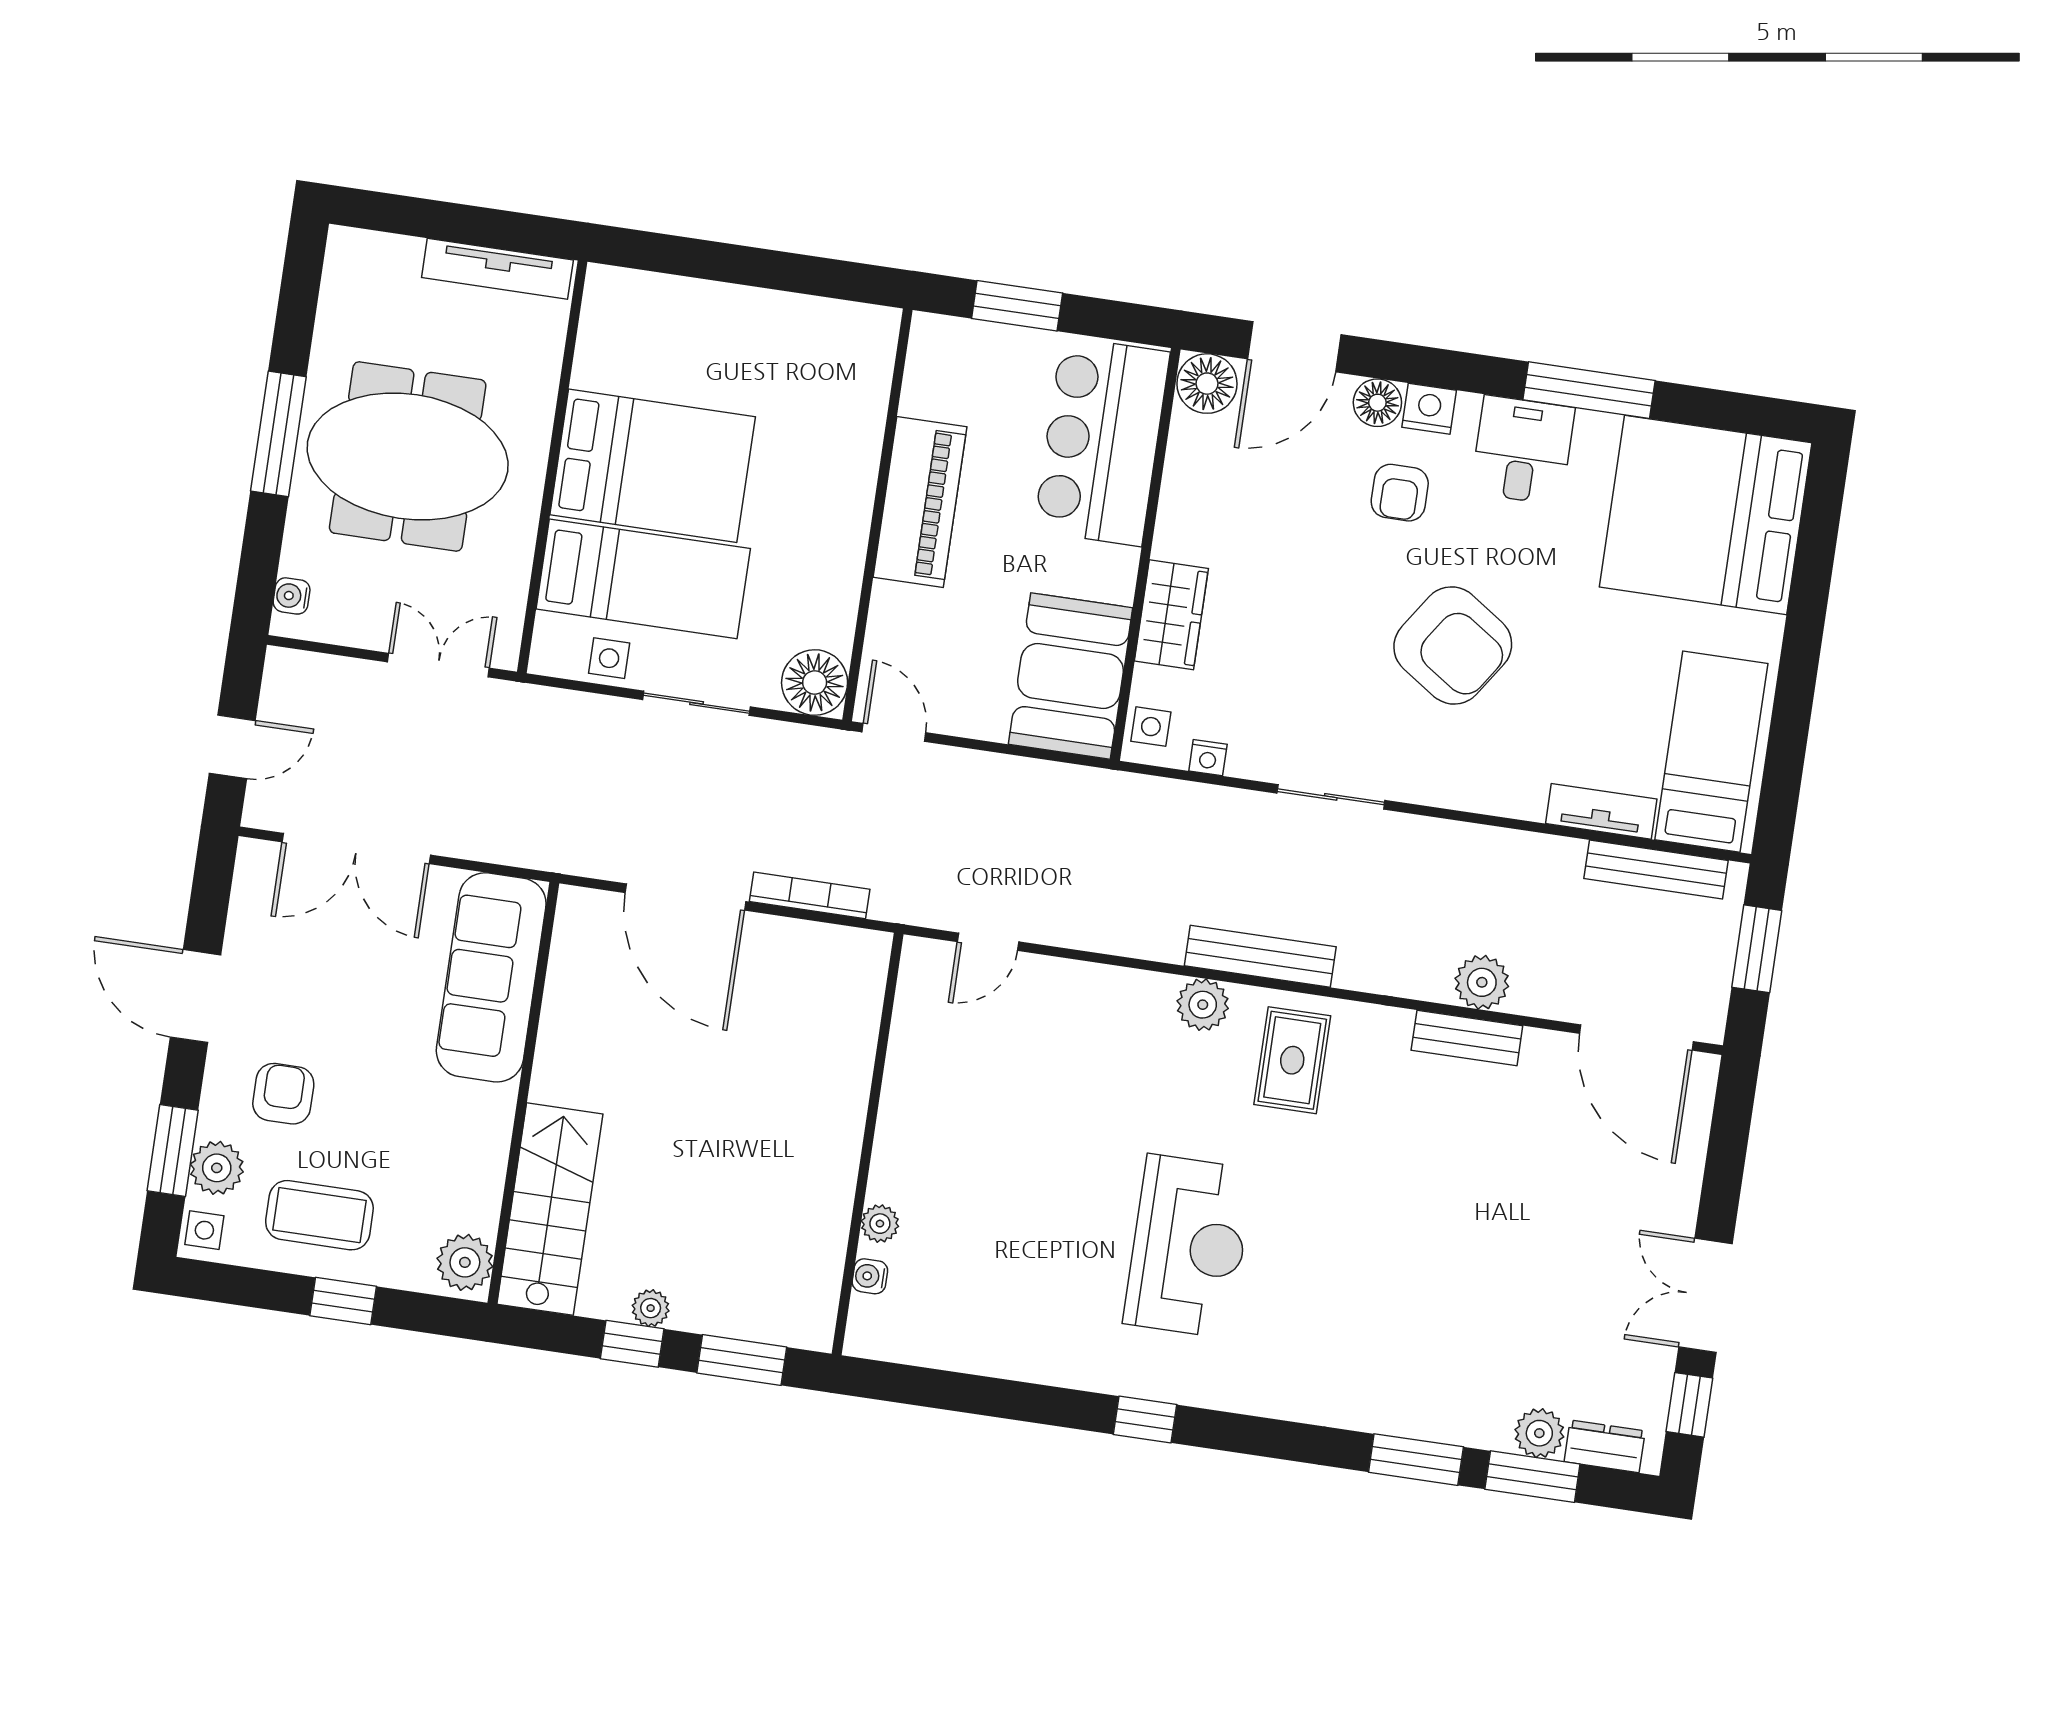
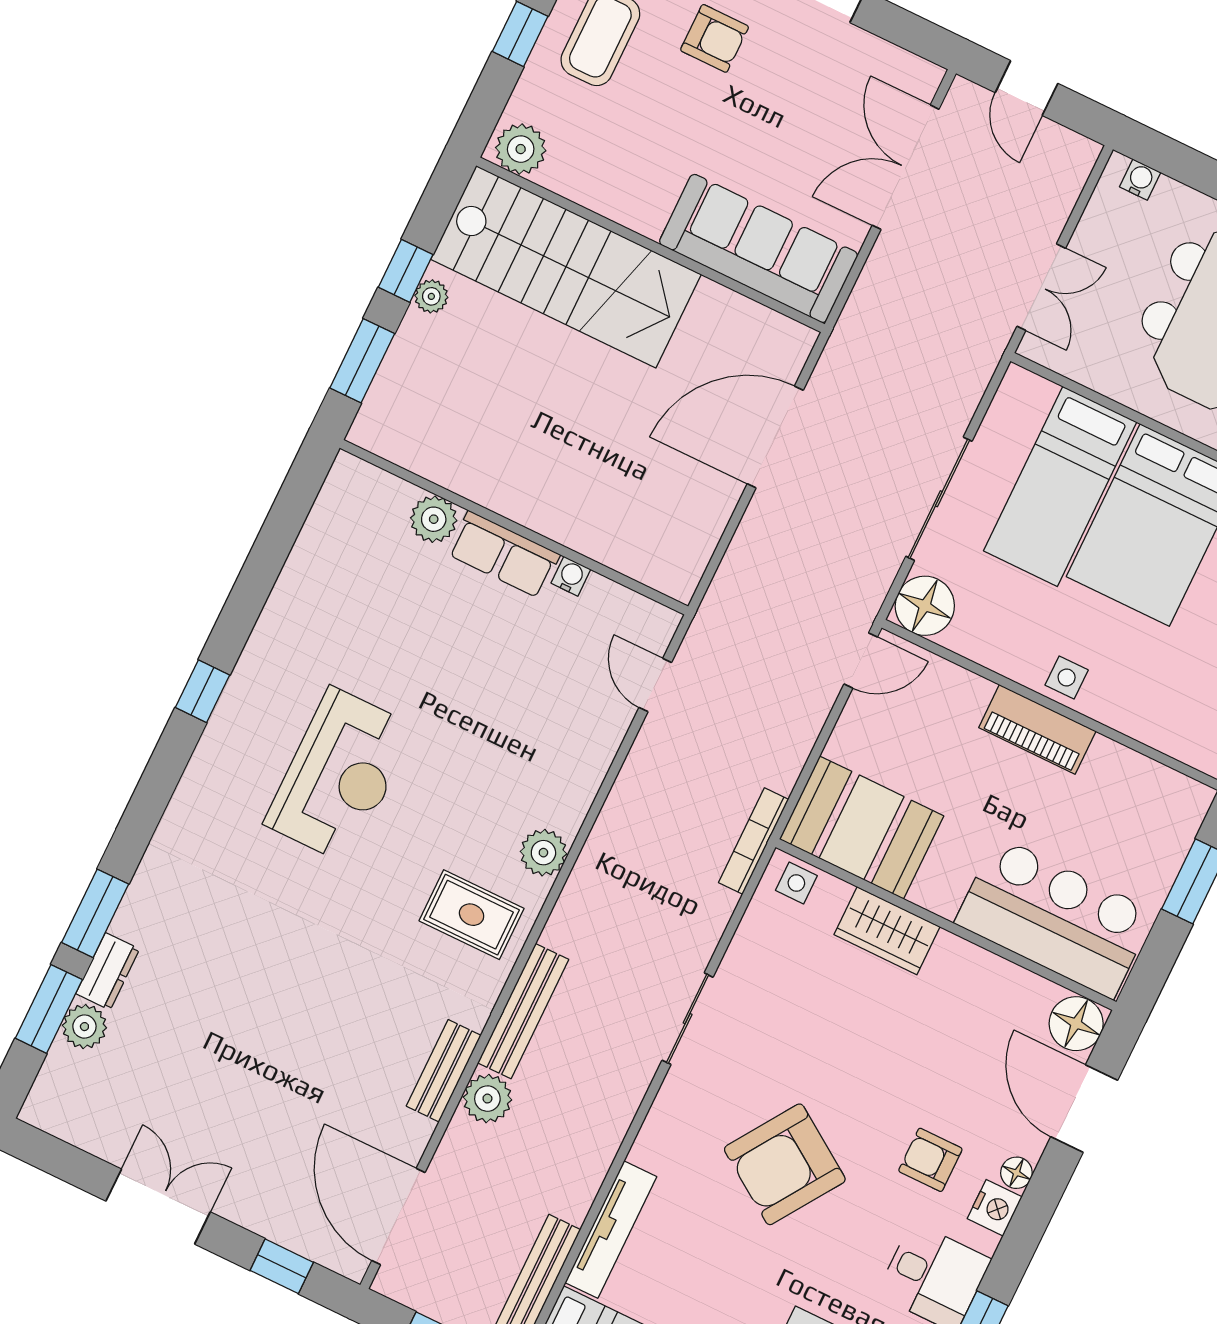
floor lamp: (1377, 403) -> (1016, 1173), width x0.73, depth x0.73
piano: (920, 502) -> (1037, 729), width x0.73, depth x0.75
side table: (609, 658) -> (1067, 677), moved
sliding door: (697, 703) -> (939, 499), width x1.37
nightstand: (1208, 758) -> (754, 924), removed
tv unit: (1601, 811) -> (611, 1230), width x1.41
bookcase: (810, 895) -> (754, 841), moved, turned 180
bench: (1260, 956) -> (523, 1011), moved
door: (1636, 1037) -> (398, 1217), hinge flipped
row of seats: (900, 1146) -> (504, 554), added
stairs: (550, 1209) -> (566, 267), width x1.36, depth x1.51
plant: (880, 1224) -> (434, 519), width x1.38, depth x1.38
reception desk: (1188, 1246) -> (340, 775), turned -90
water cooler: (870, 1276) -> (571, 576), moved
window: (1689, 1405) -> (282, 1266), moved
dresser: (1605, 1446) -> (108, 971), moved

